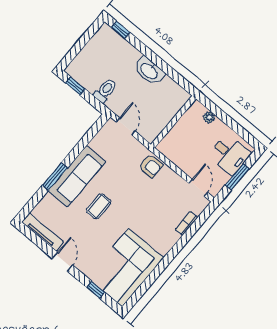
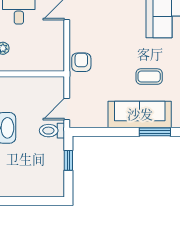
window: (75, 86) -> (68, 160), moved
toilet: (105, 91) -> (52, 131), moved

